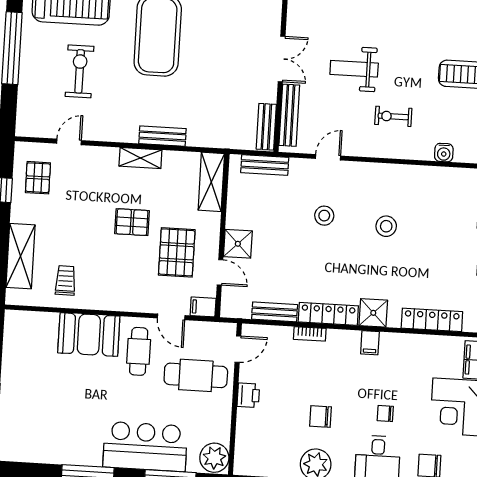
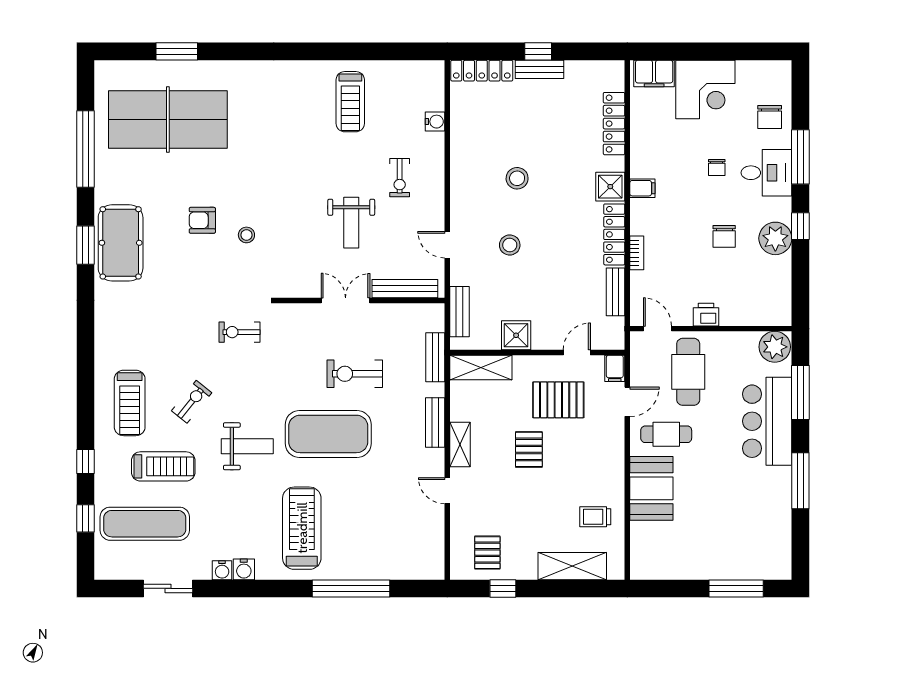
exercise bike: (80, 71) -> (355, 374), moved
bench: (266, 127) -> (435, 357), moved, turned 90
door: (69, 142) -> (447, 491), moved
pallet: (38, 178) -> (487, 553), turned 90
shower: (238, 244) -> (516, 335), moved

